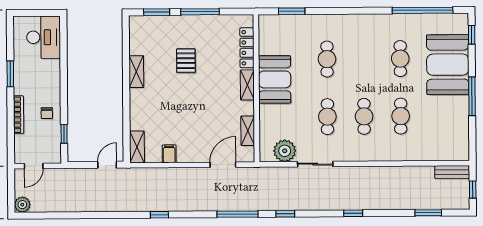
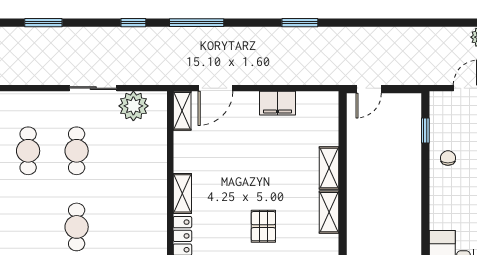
booth: (275, 79) -> (146, 201), removed
shelving: (248, 131) -> (182, 111), moved
shelving: (137, 147) -> (329, 168), moved
filing cabinet: (169, 154) -> (277, 103), width x2.00
window: (353, 213) -> (43, 23), width x1.50
window: (159, 215) -> (300, 23), width x1.50

